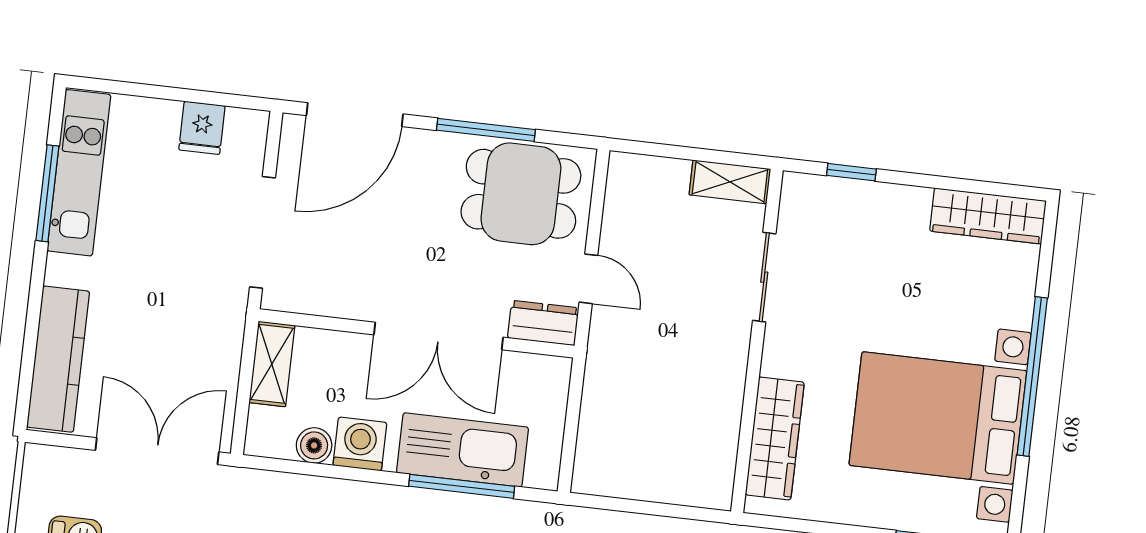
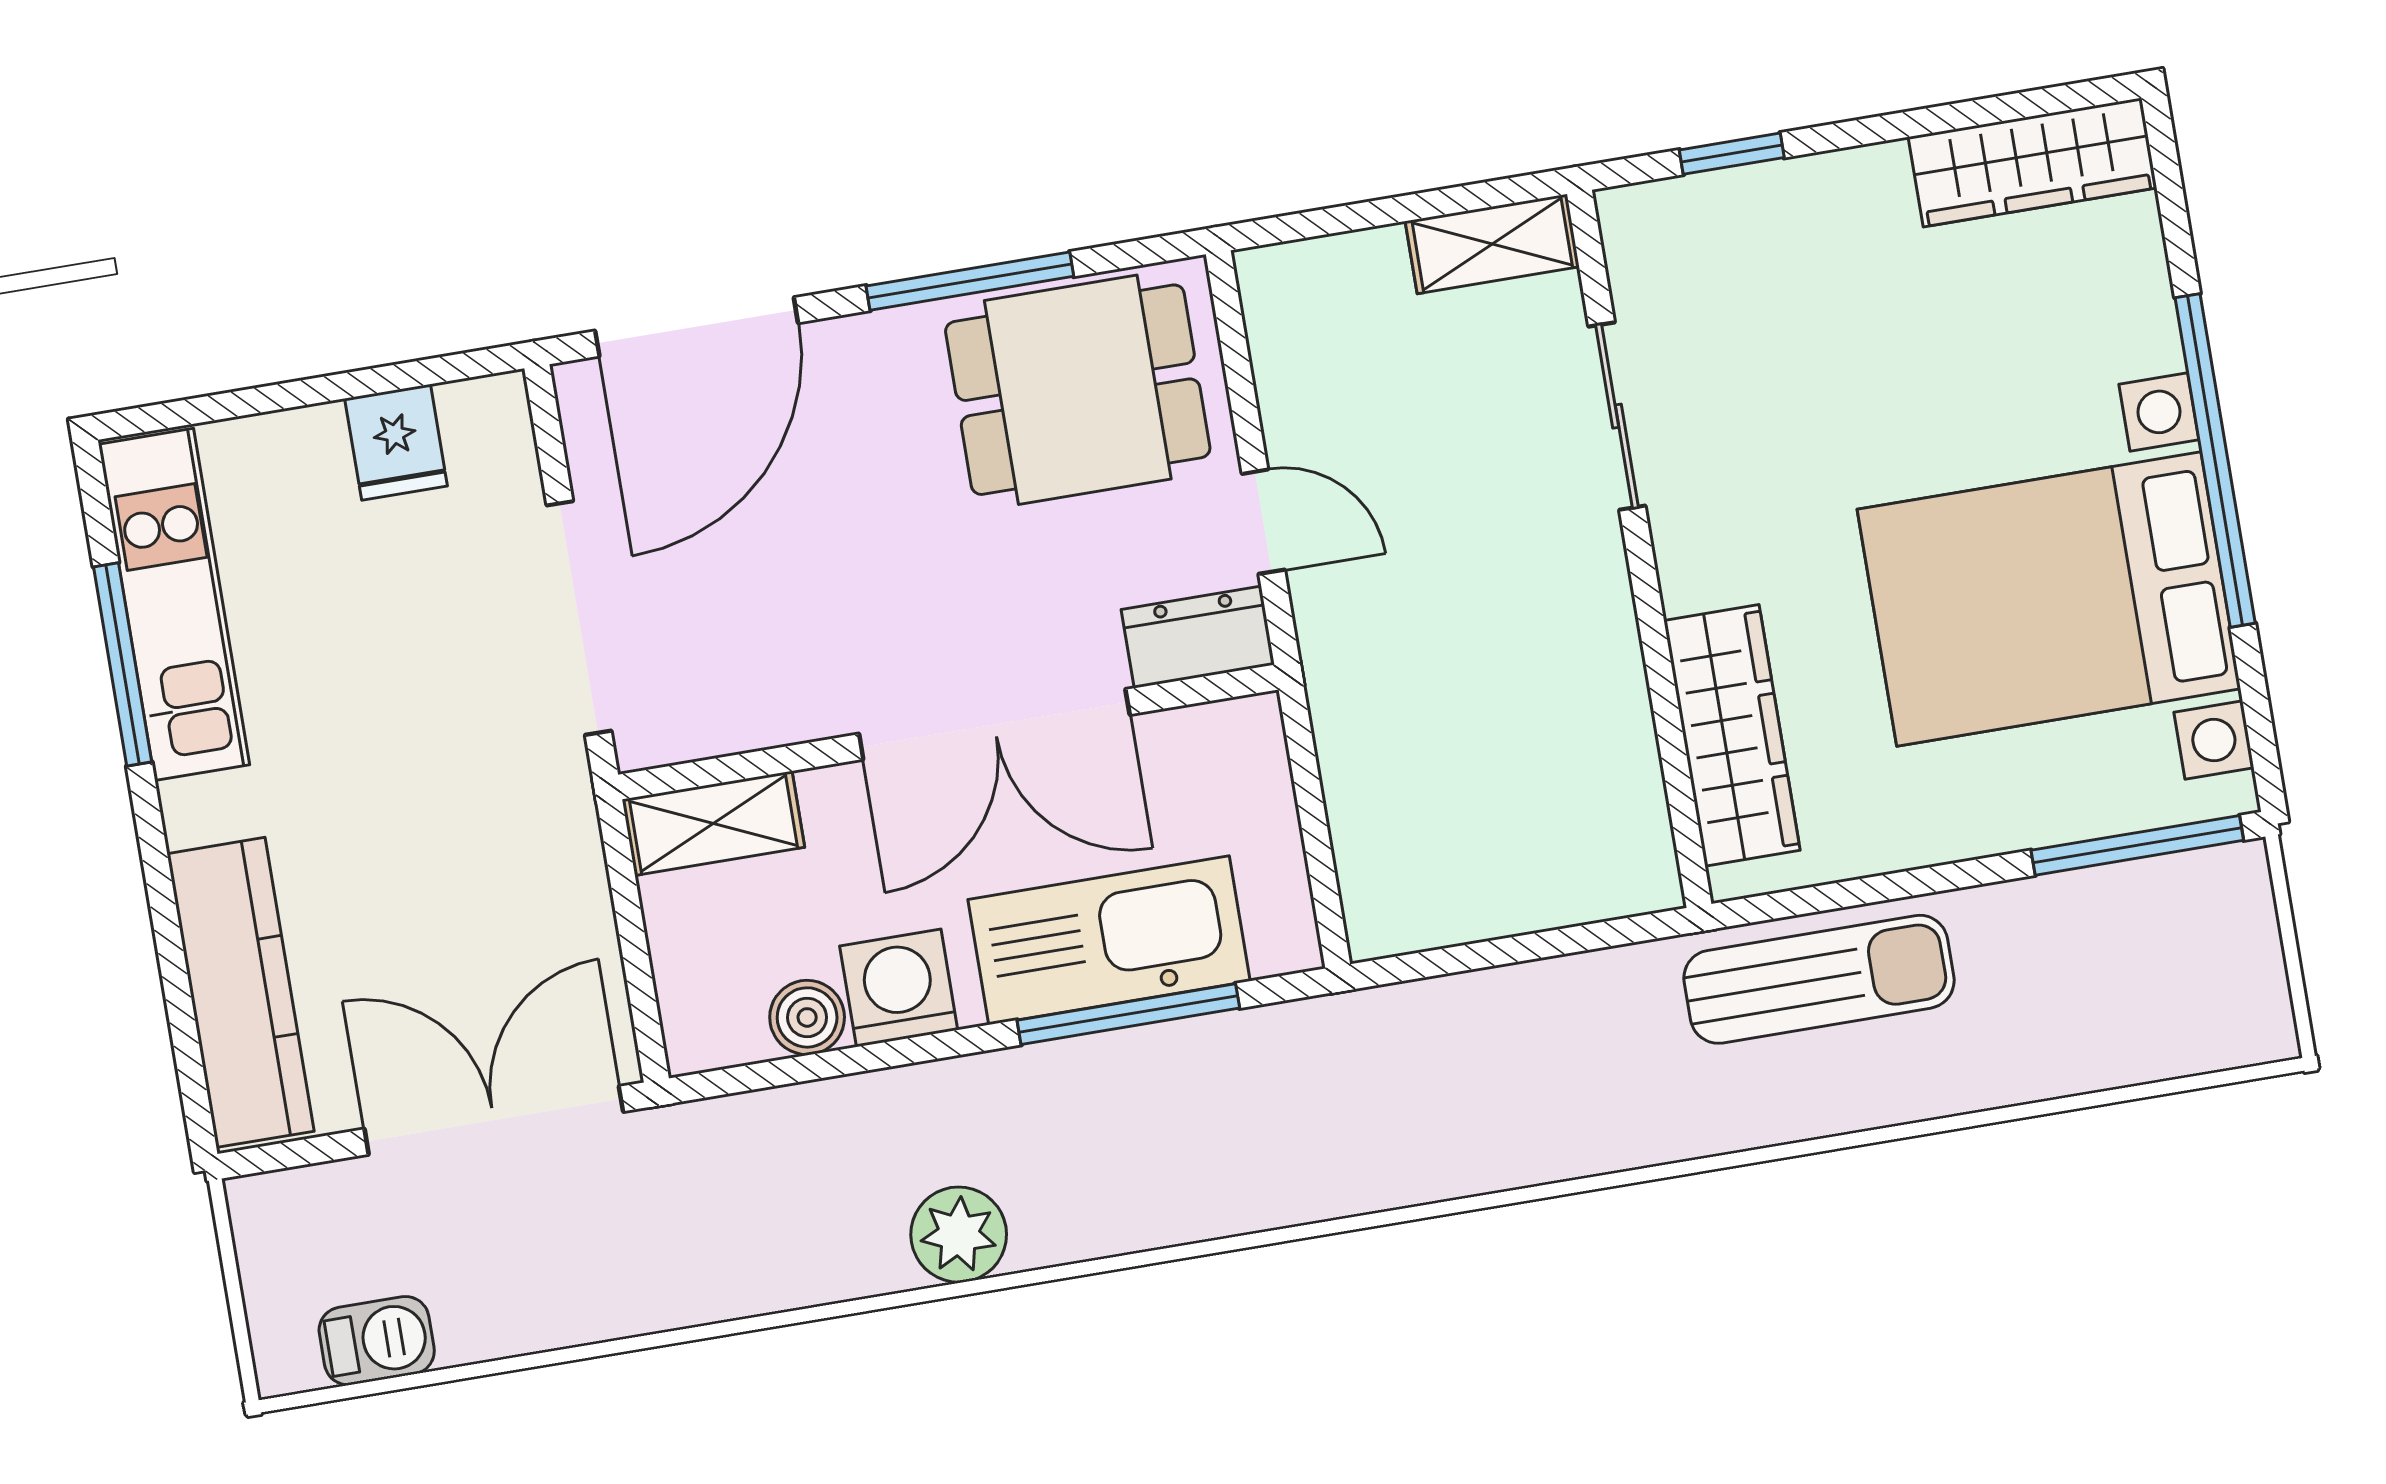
shelving: (272, 364) -> (713, 823), moved, turned 90

